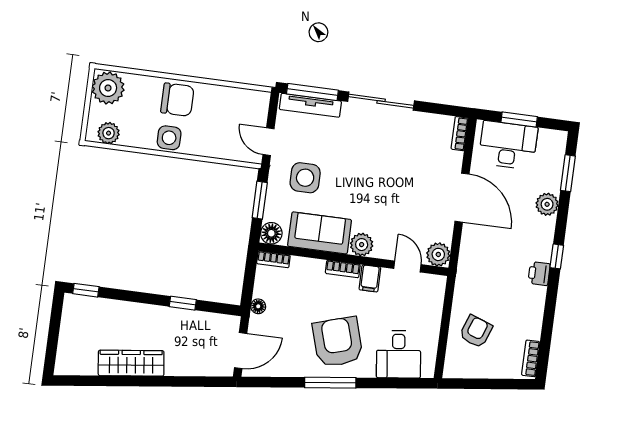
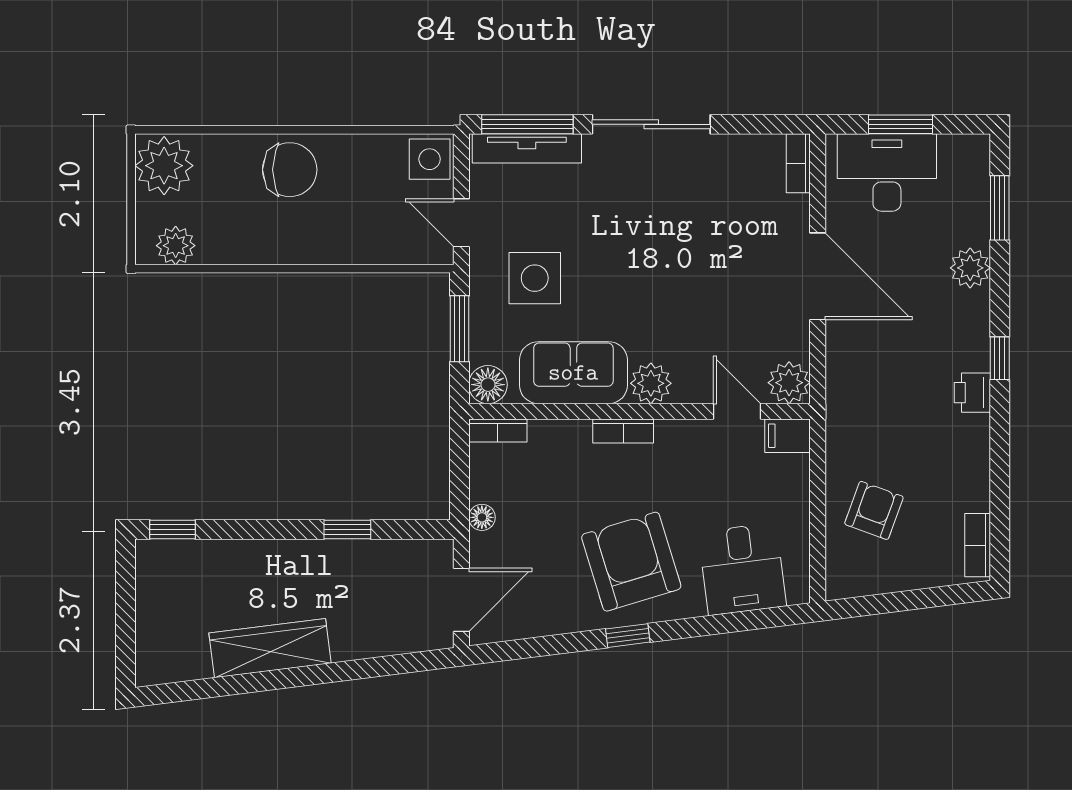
side table: (169, 138) -> (430, 159), moved
filing cabinet: (370, 278) -> (788, 436), moved, turned 90
window: (330, 383) -> (628, 636), width x0.46

